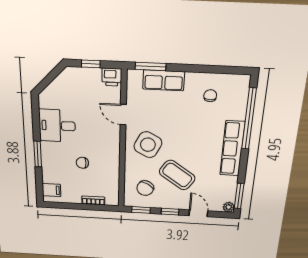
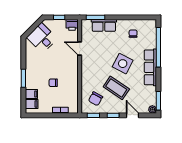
desk: (57, 126) -> (42, 38), moved, turned 45
side table: (148, 145) -> (123, 64), moved
filing cabinet: (51, 177) -> (31, 94), added

